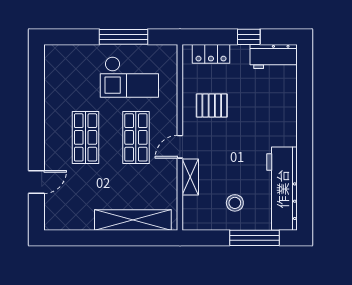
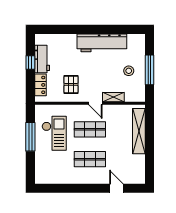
workbench: (274, 57) -> (42, 59), moved
workbench: (282, 189) -> (102, 43), moved
window: (255, 238) -> (149, 70), moved

